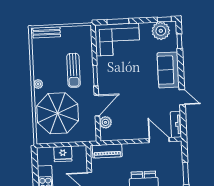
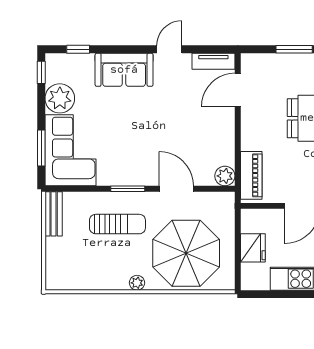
plant: (161, 31) -> (60, 98), moved
bench: (47, 32) -> (54, 214), moved
plant: (105, 122) -> (225, 176), moved

